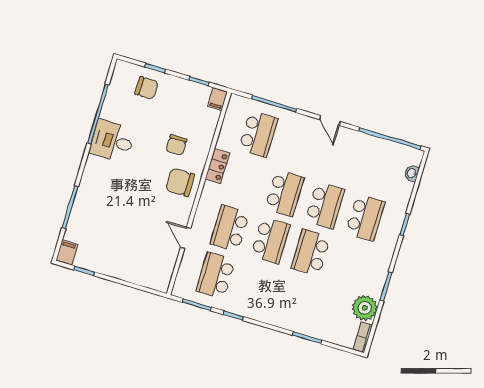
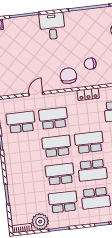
desk: (112, 141) -> (52, 26), moved
school desk: (284, 193) -> (89, 142), turned 180
school desk: (270, 240) -> (57, 146), turned 180
school desk: (351, 265) -> (63, 202), added

